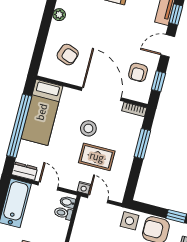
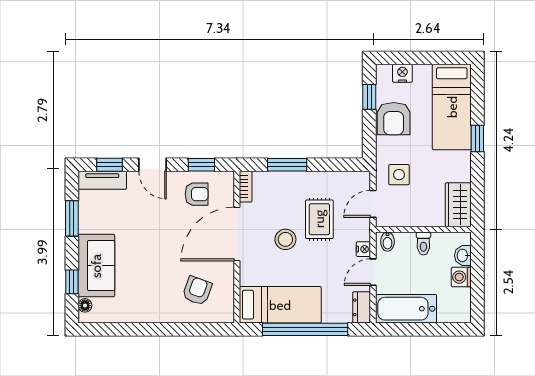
plant: (59, 15) -> (149, 315), removed
nightstand: (84, 188) -> (363, 249), moved
toilet: (63, 213) -> (423, 243), moved
side table: (130, 221) -> (399, 175), moved

